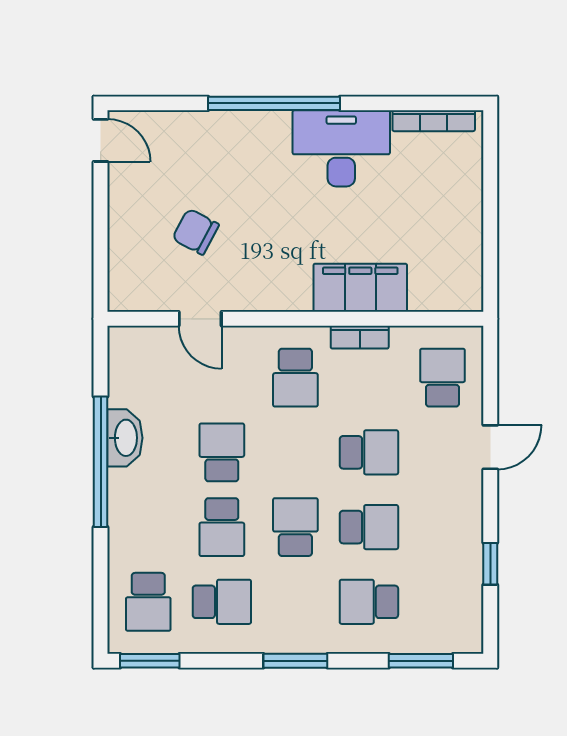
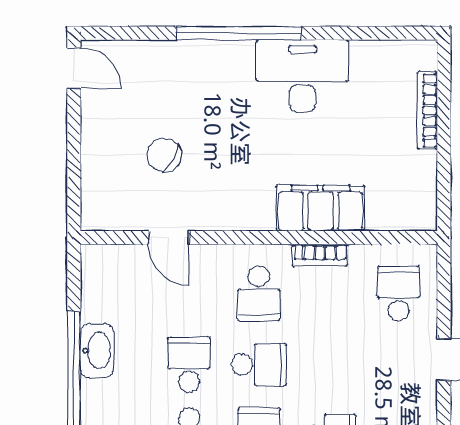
bookcase: (434, 121) -> (427, 111), moved, turned 90
school desk: (369, 452) -> (259, 364), moved

